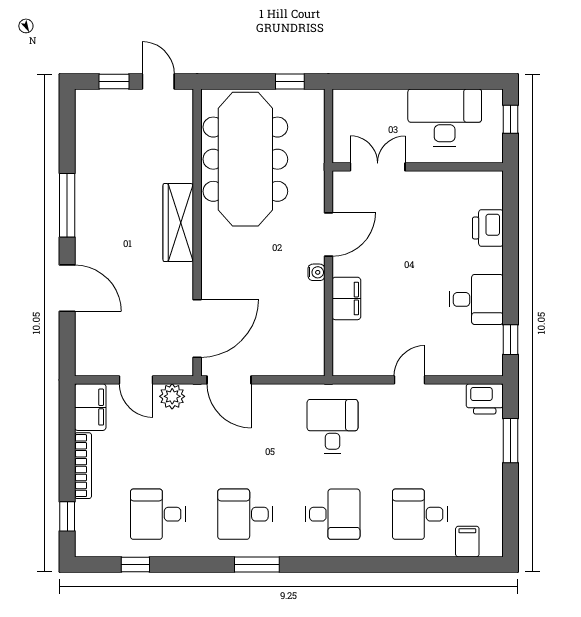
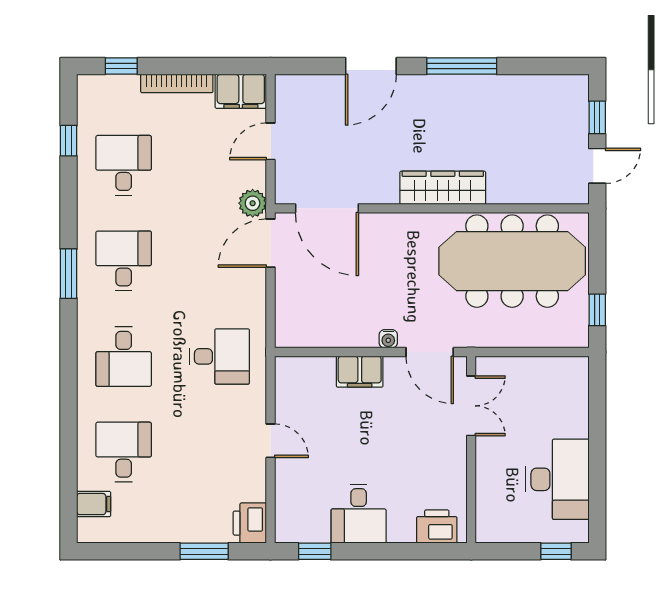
double door: (378, 167) -> (471, 406), moved
wall: (418, 167) -> (471, 450), moved
plant: (172, 396) -> (253, 203), moved

